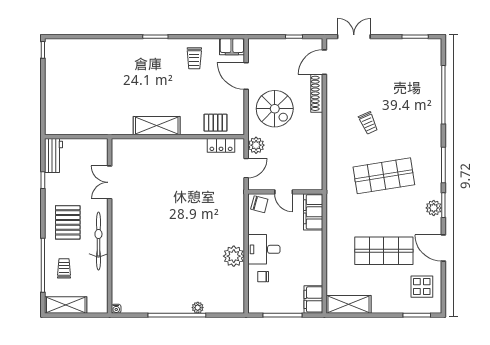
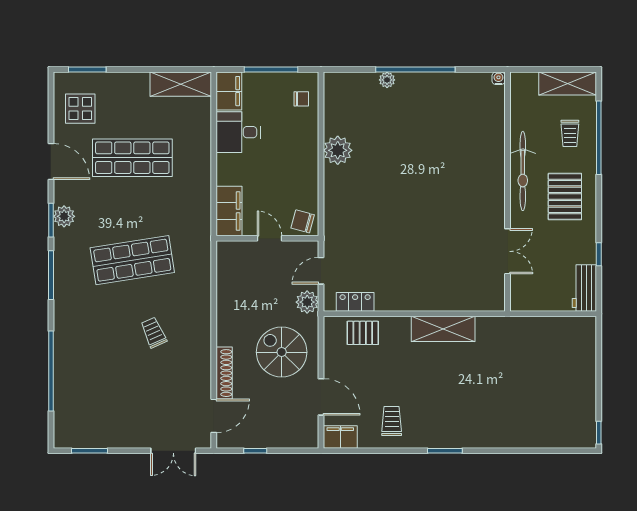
desk: (264, 249) -> (238, 132), moved, turned 180
chair: (263, 277) -> (301, 99), moved

